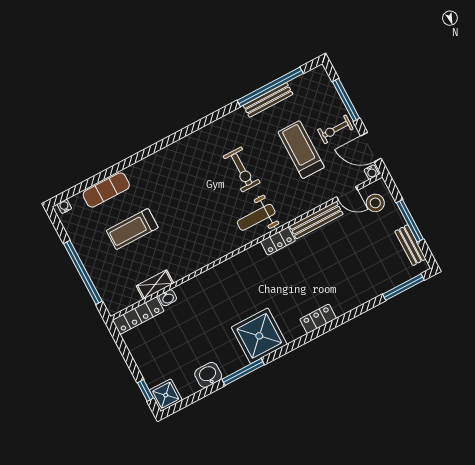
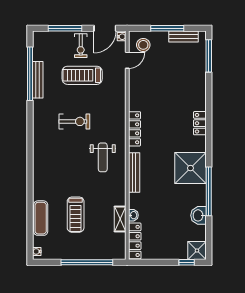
weight bench: (256, 217) -> (103, 157), moved
bench: (316, 220) -> (134, 173), moved
locker: (278, 241) -> (134, 129), width x1.53
window: (243, 372) -> (209, 191), width x1.46

